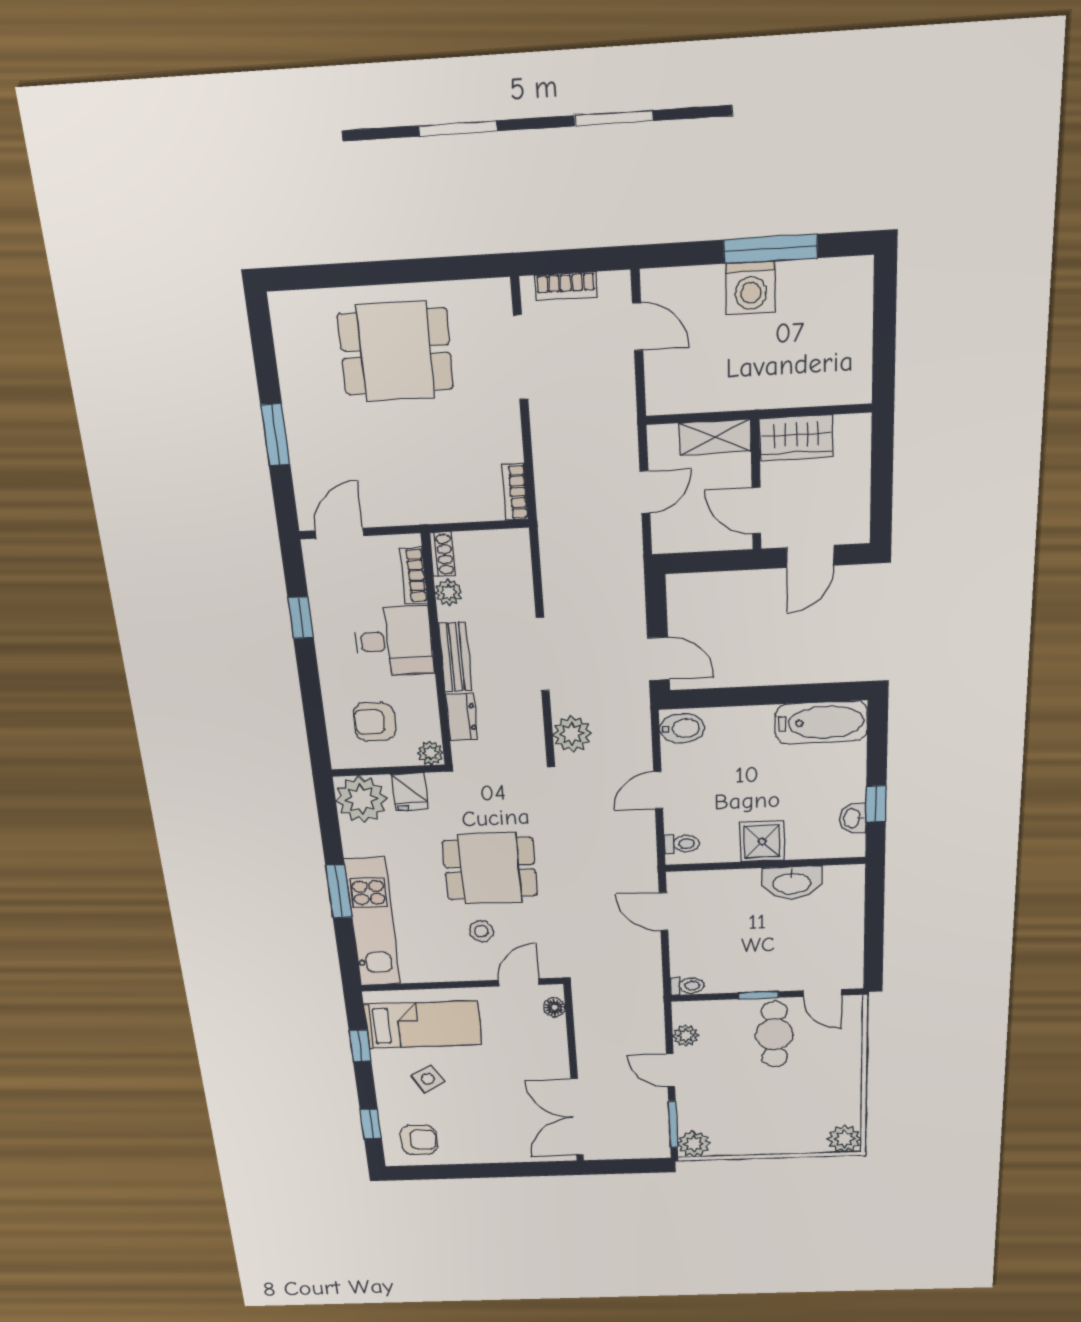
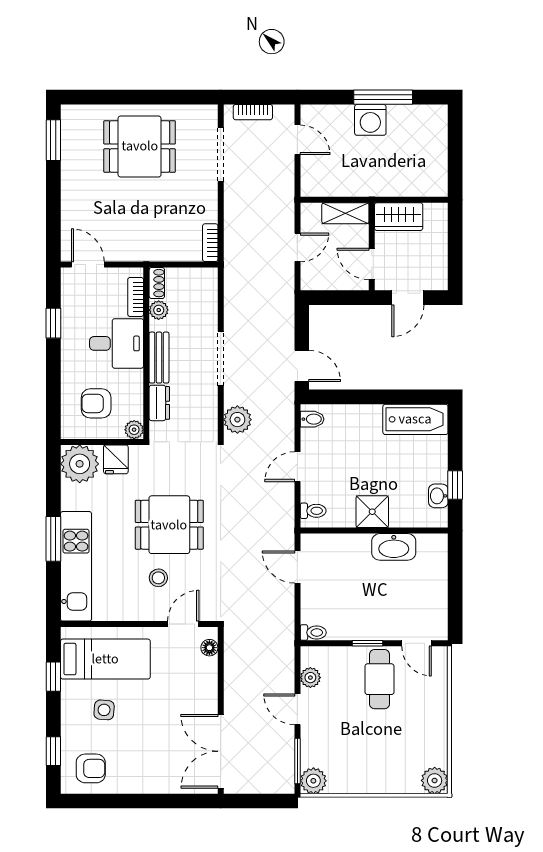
window: (275, 435) -> (53, 140), moved
door: (339, 533) -> (88, 265), hinge flipped
bidet: (682, 728) -> (312, 419), width x0.72, depth x0.74
side table: (428, 1079) -> (104, 710), turned 34

